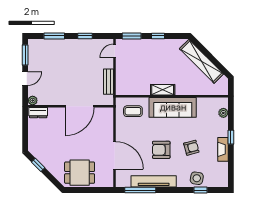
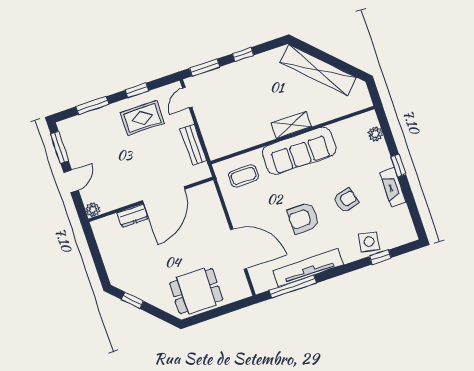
rug: (82, 54) -> (142, 118), added
shelving: (163, 90) -> (291, 125), moved
dresser: (38, 113) -> (133, 216), moved

